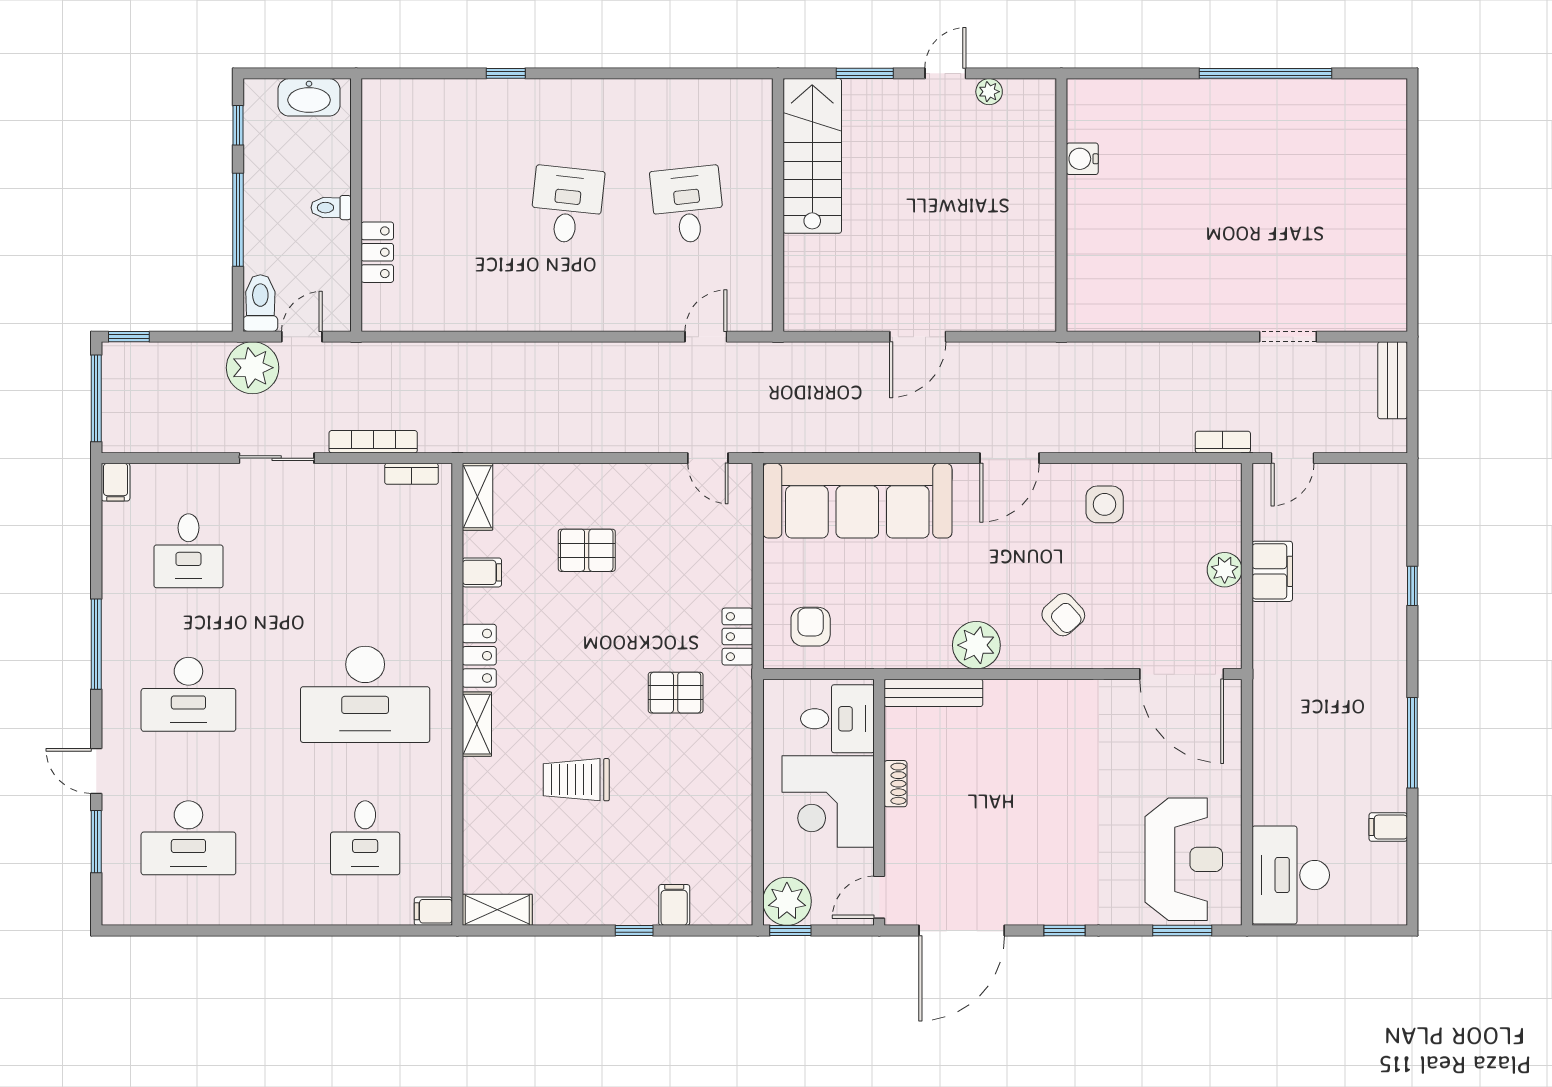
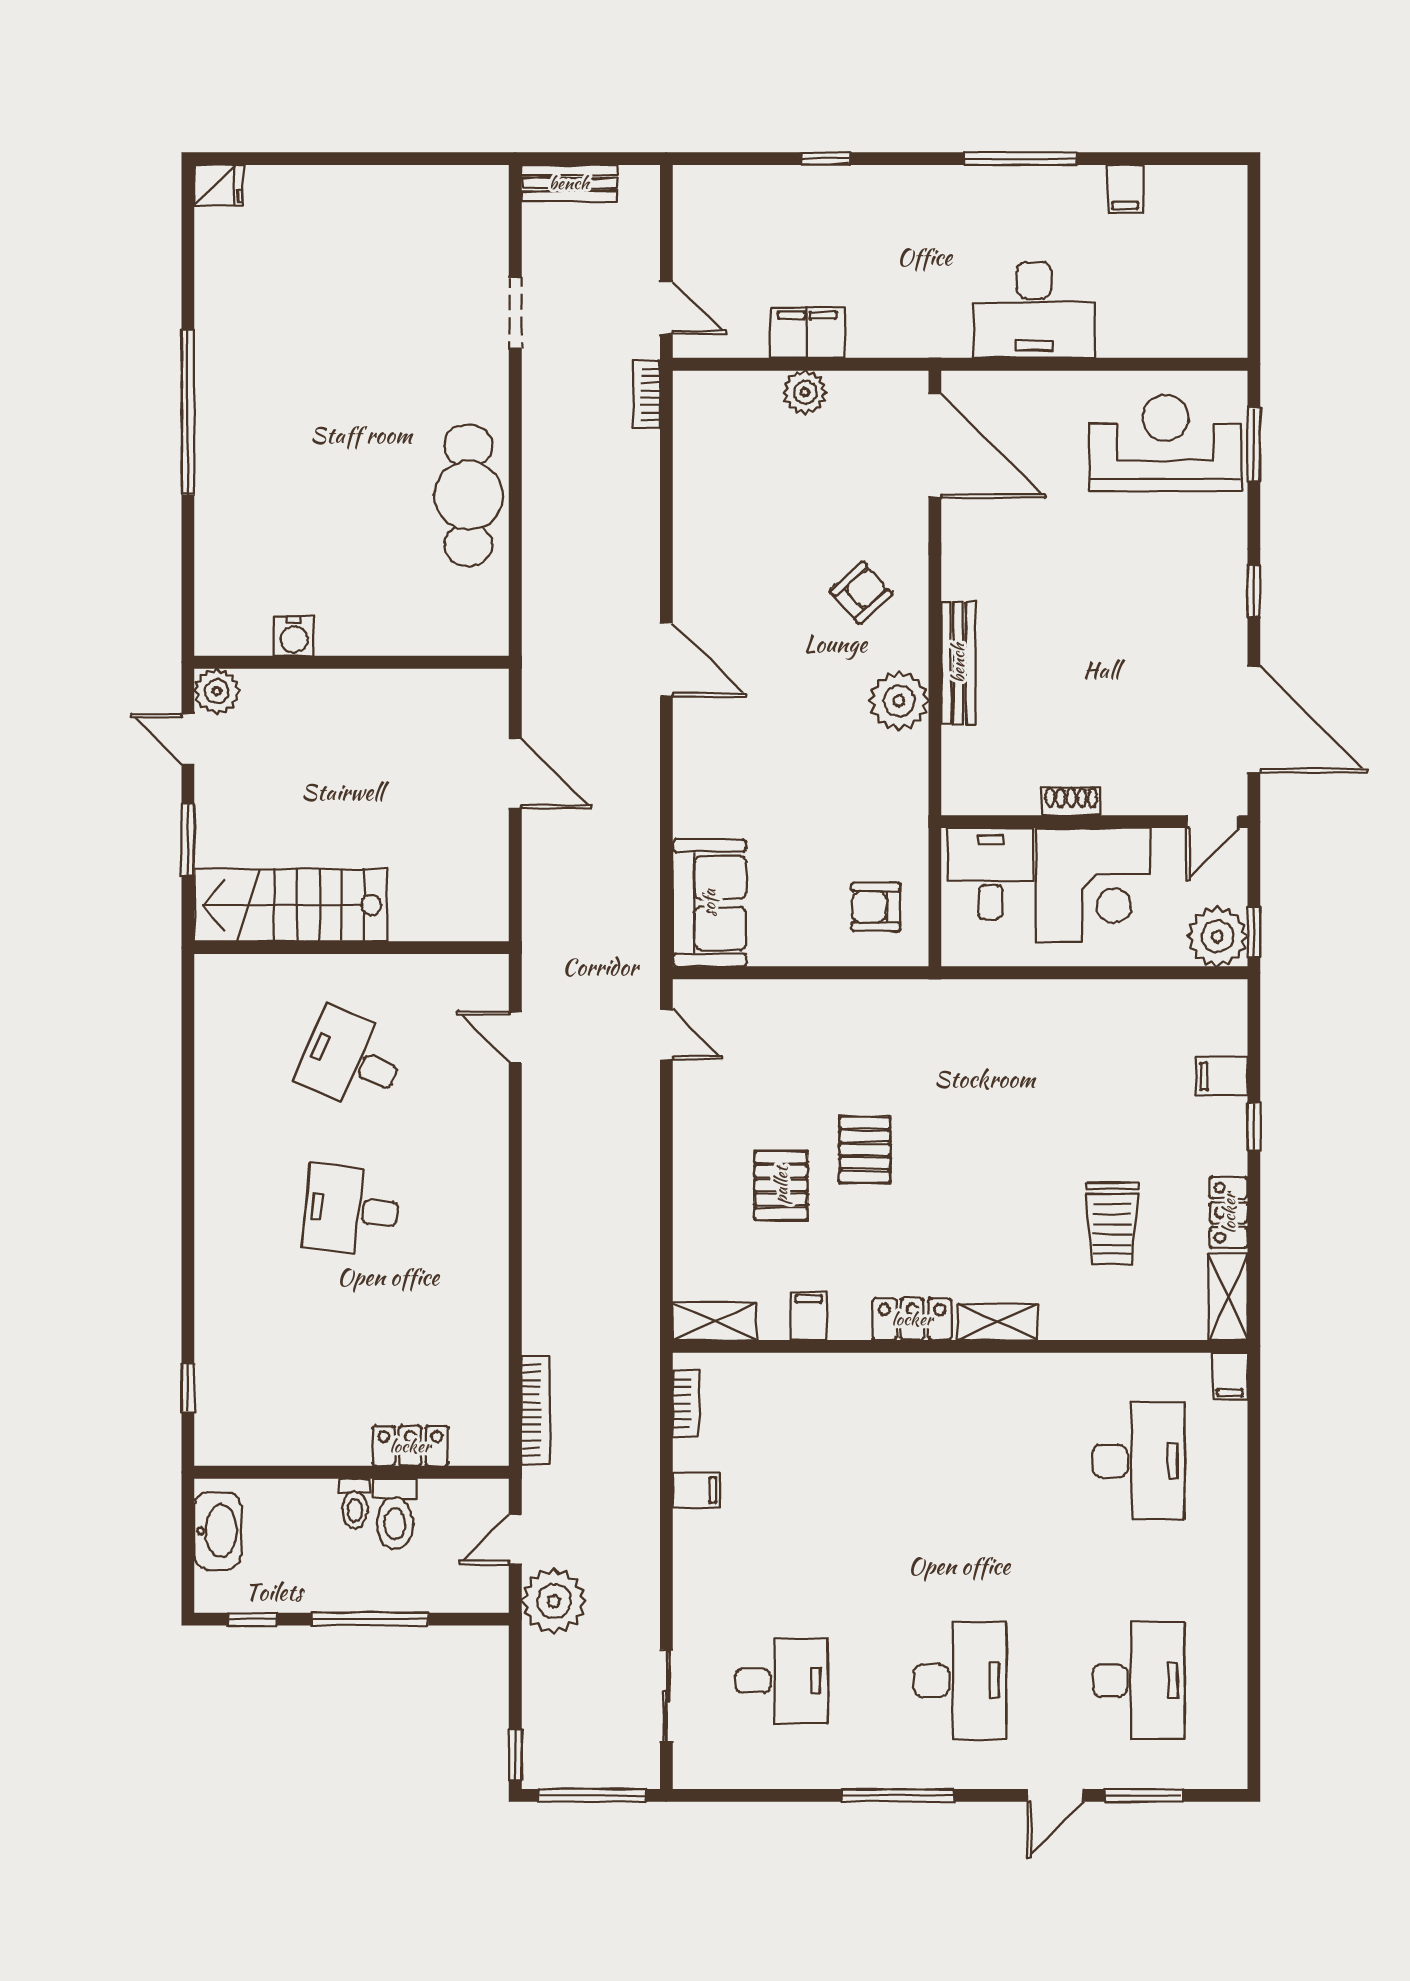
window: (506, 73) -> (188, 1388), moved
window: (1266, 73) -> (188, 412), moved
plant: (989, 92) -> (217, 691), width x1.38, depth x1.38
fridge: (1391, 98) -> (219, 185), added
water cooler: (1082, 159) -> (294, 636), moved
desk: (687, 205) -> (352, 1060), turned 30
wall: (1061, 205) -> (352, 662), moved
cafe table: (1142, 299) -> (468, 495), added
toilet: (260, 303) -> (395, 1514), moved, turned -90
door: (302, 337) -> (515, 1540), hinge flipped
bookcase: (373, 442) -> (536, 1410), moved, turned 180
sliding door: (277, 458) -> (666, 1696), moved
door: (708, 458) -> (666, 1035), hinge flipped
filing cabinet: (116, 482) -> (696, 1490), moved
sofa: (857, 501) -> (709, 903), width x0.54, depth x0.79
side table: (1105, 504) -> (724, 541), removed
locker: (737, 637) -> (1229, 1213), moved, turned 90
door: (1182, 674) -> (935, 446), hinge flipped
pallet: (676, 693) -> (865, 1150), moved
bench: (933, 693) -> (958, 663), moved
desk: (365, 694) -> (960, 1461), removed
trolley: (576, 780) -> (1112, 1223), moved
desk: (365, 838) -> (1139, 1461), width x1.37
desk: (1291, 875) -> (1034, 310), moved
door: (879, 897) -> (1213, 822), hinge flipped

